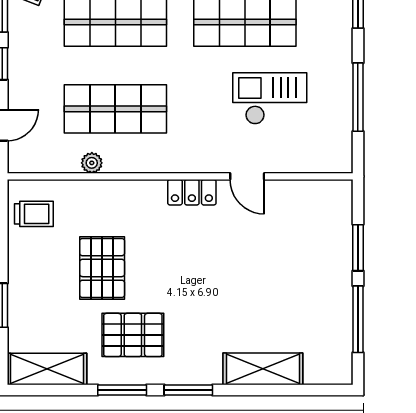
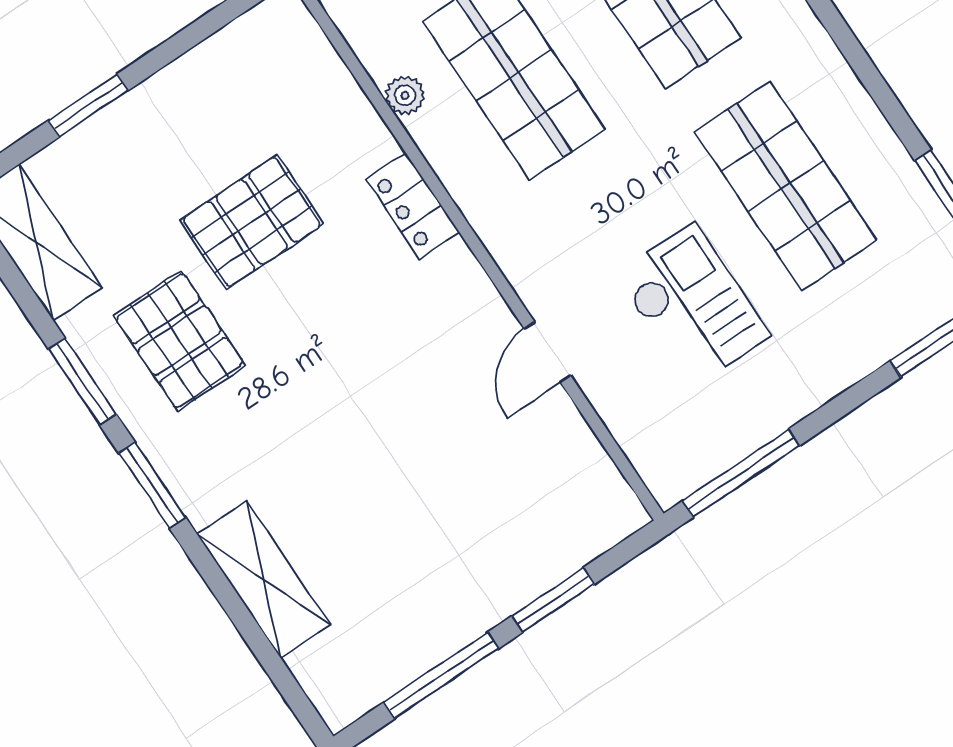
window: (358, 97) -> (741, 473), moved
locker: (192, 192) -> (413, 206), moved
trolley: (34, 214) -> (264, 59), removed

